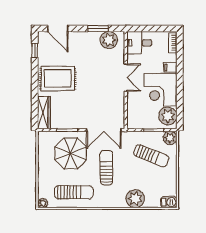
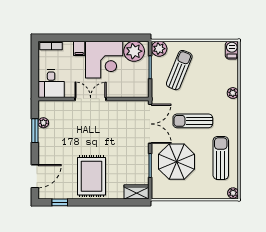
plant: (109, 40) -> (43, 123), width x0.53, depth x0.53
wardrobe: (44, 113) -> (136, 192), width x0.67
plant: (135, 199) -> (233, 93), width x0.53, depth x0.53

